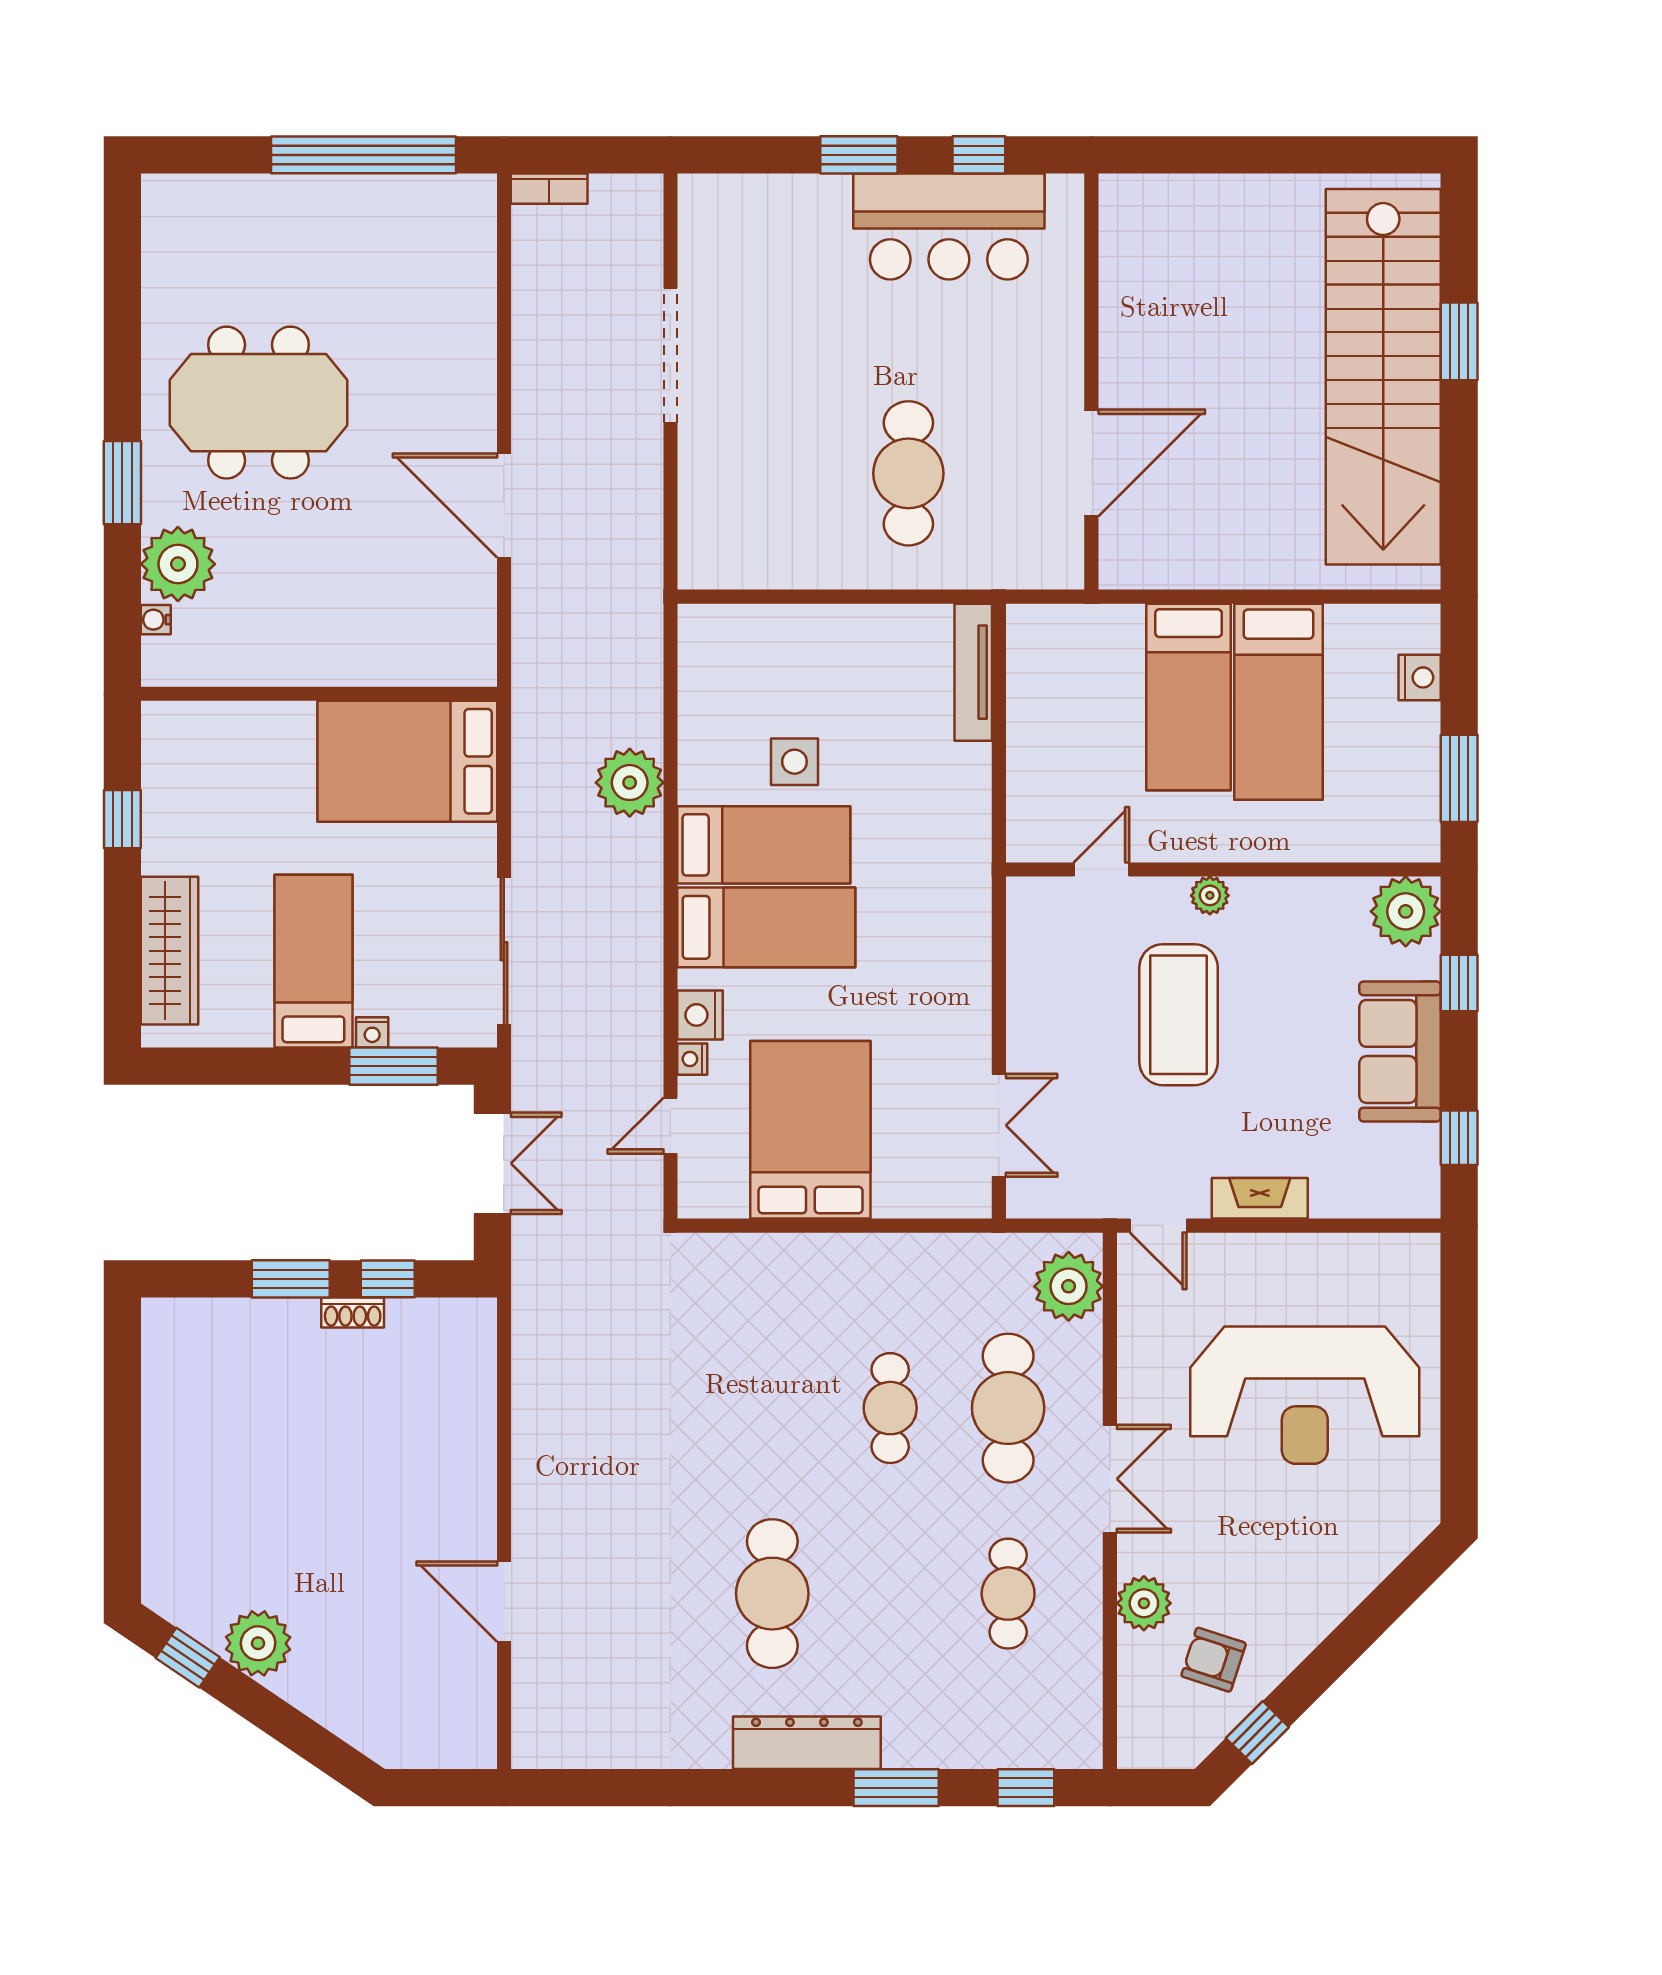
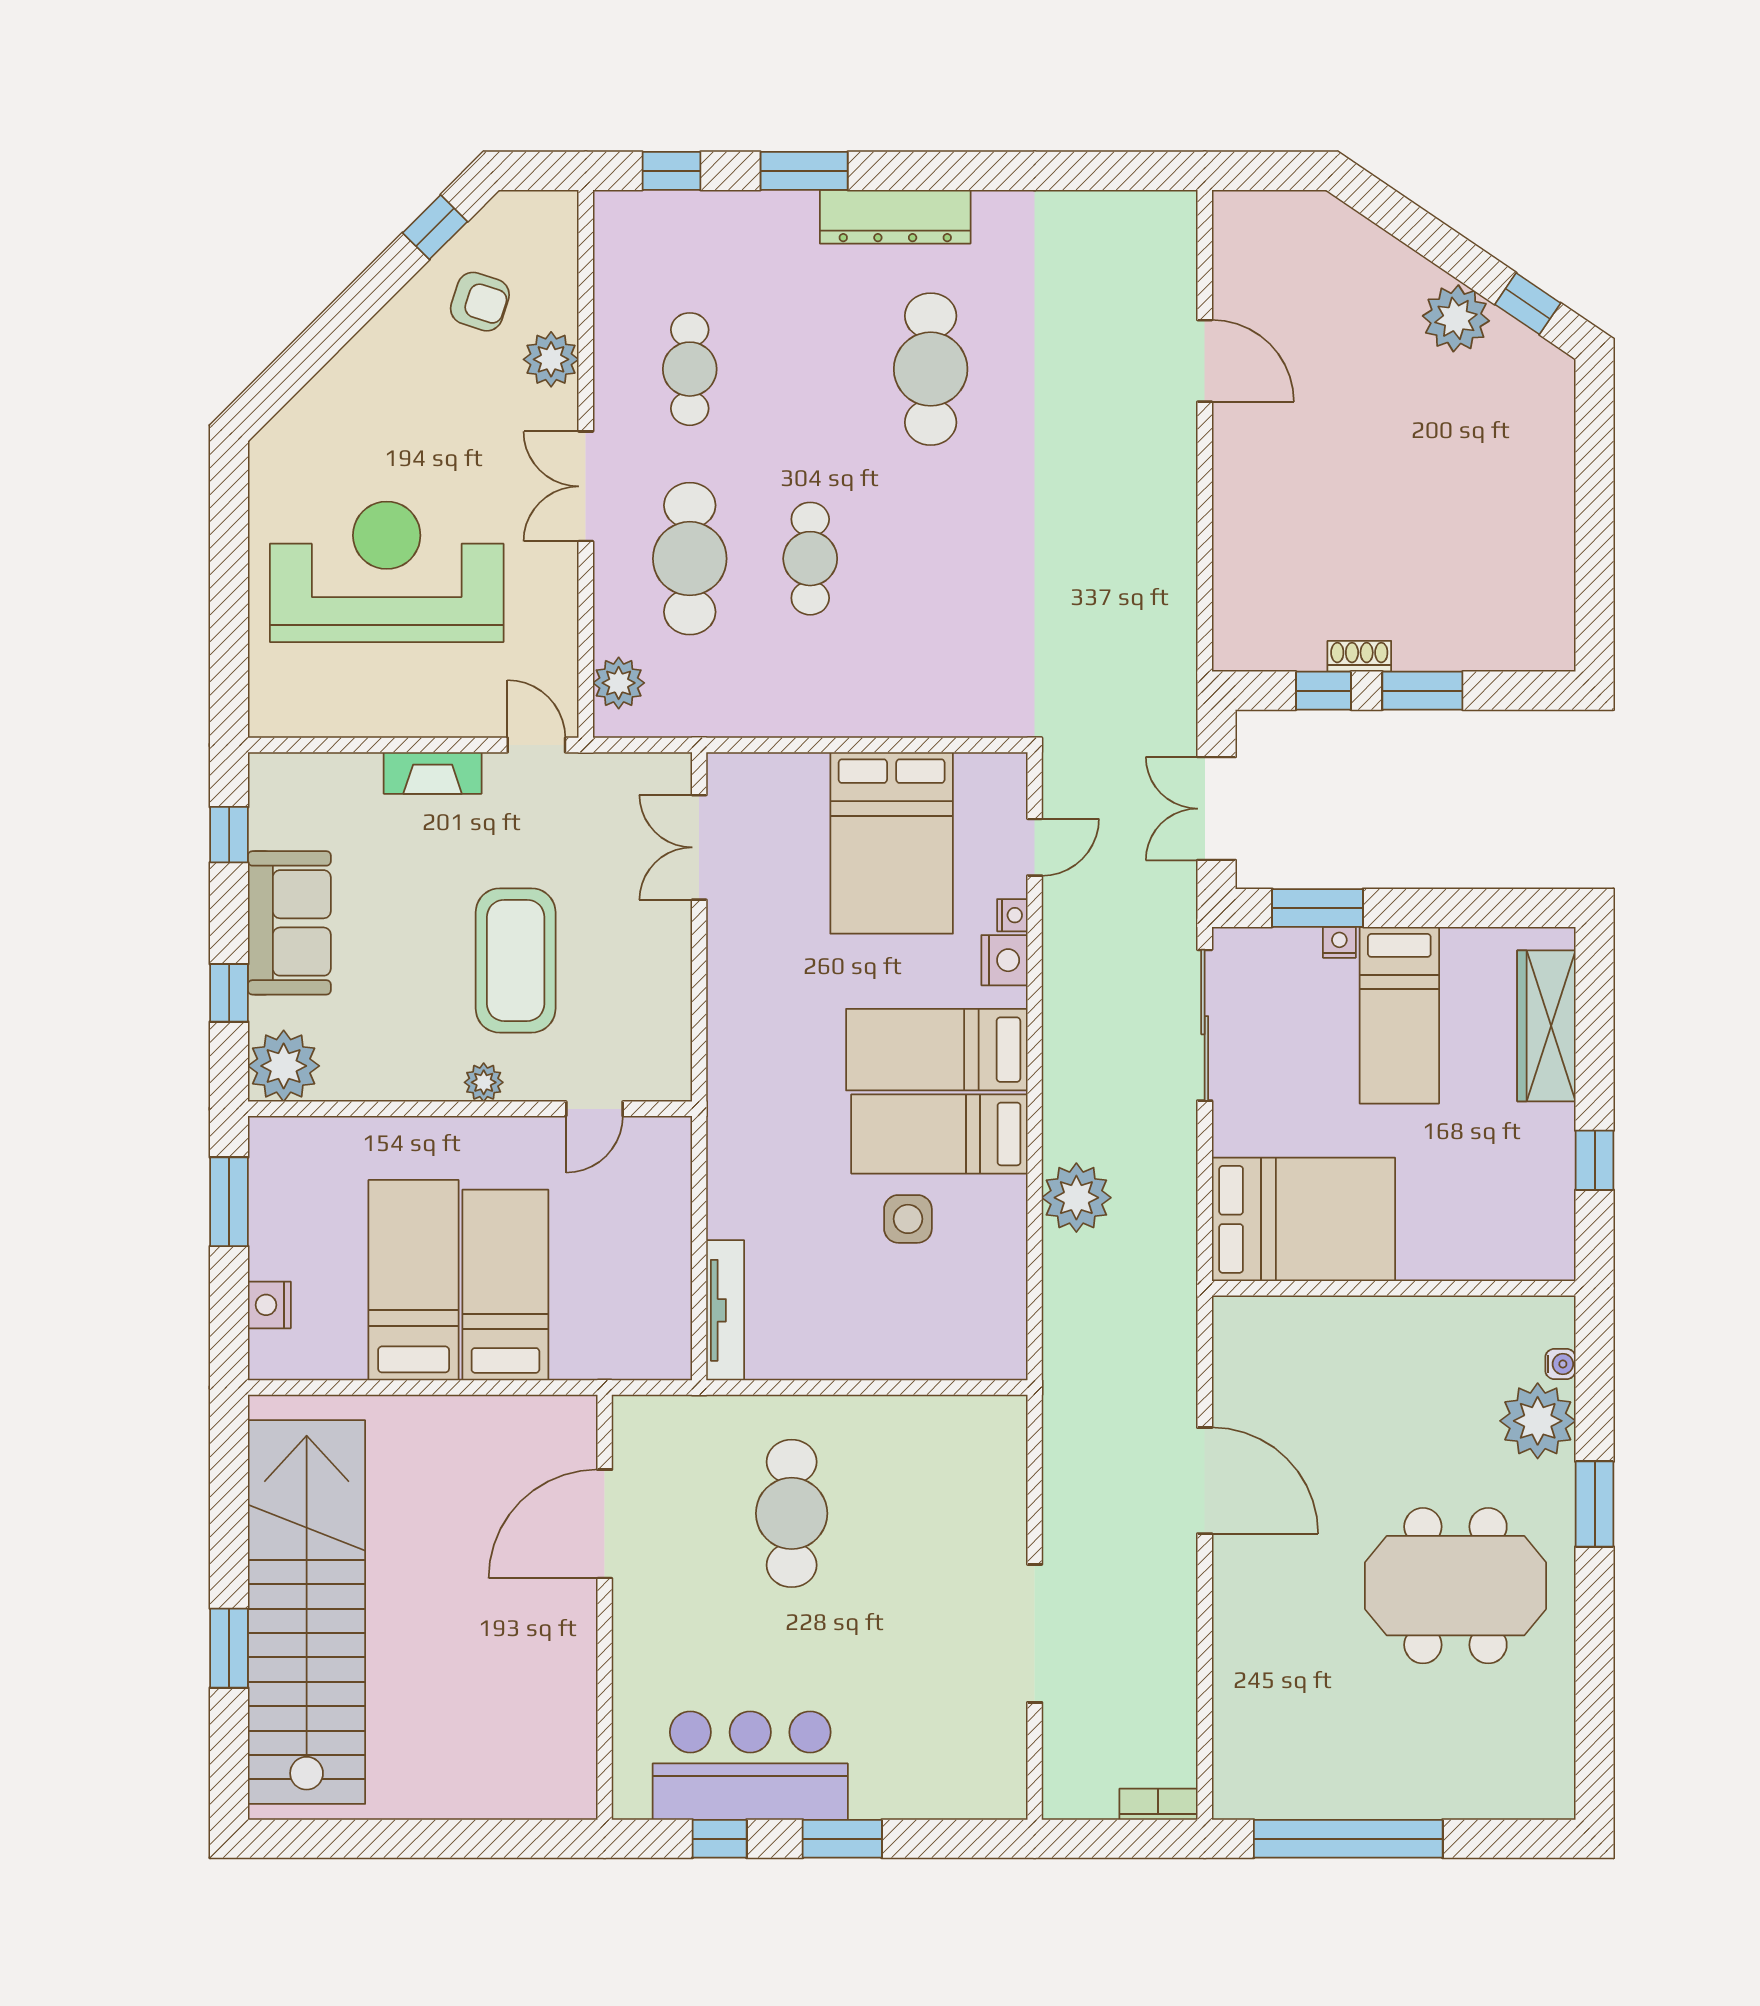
plant: (1069, 1286) -> (619, 683), width x0.73, depth x0.73

